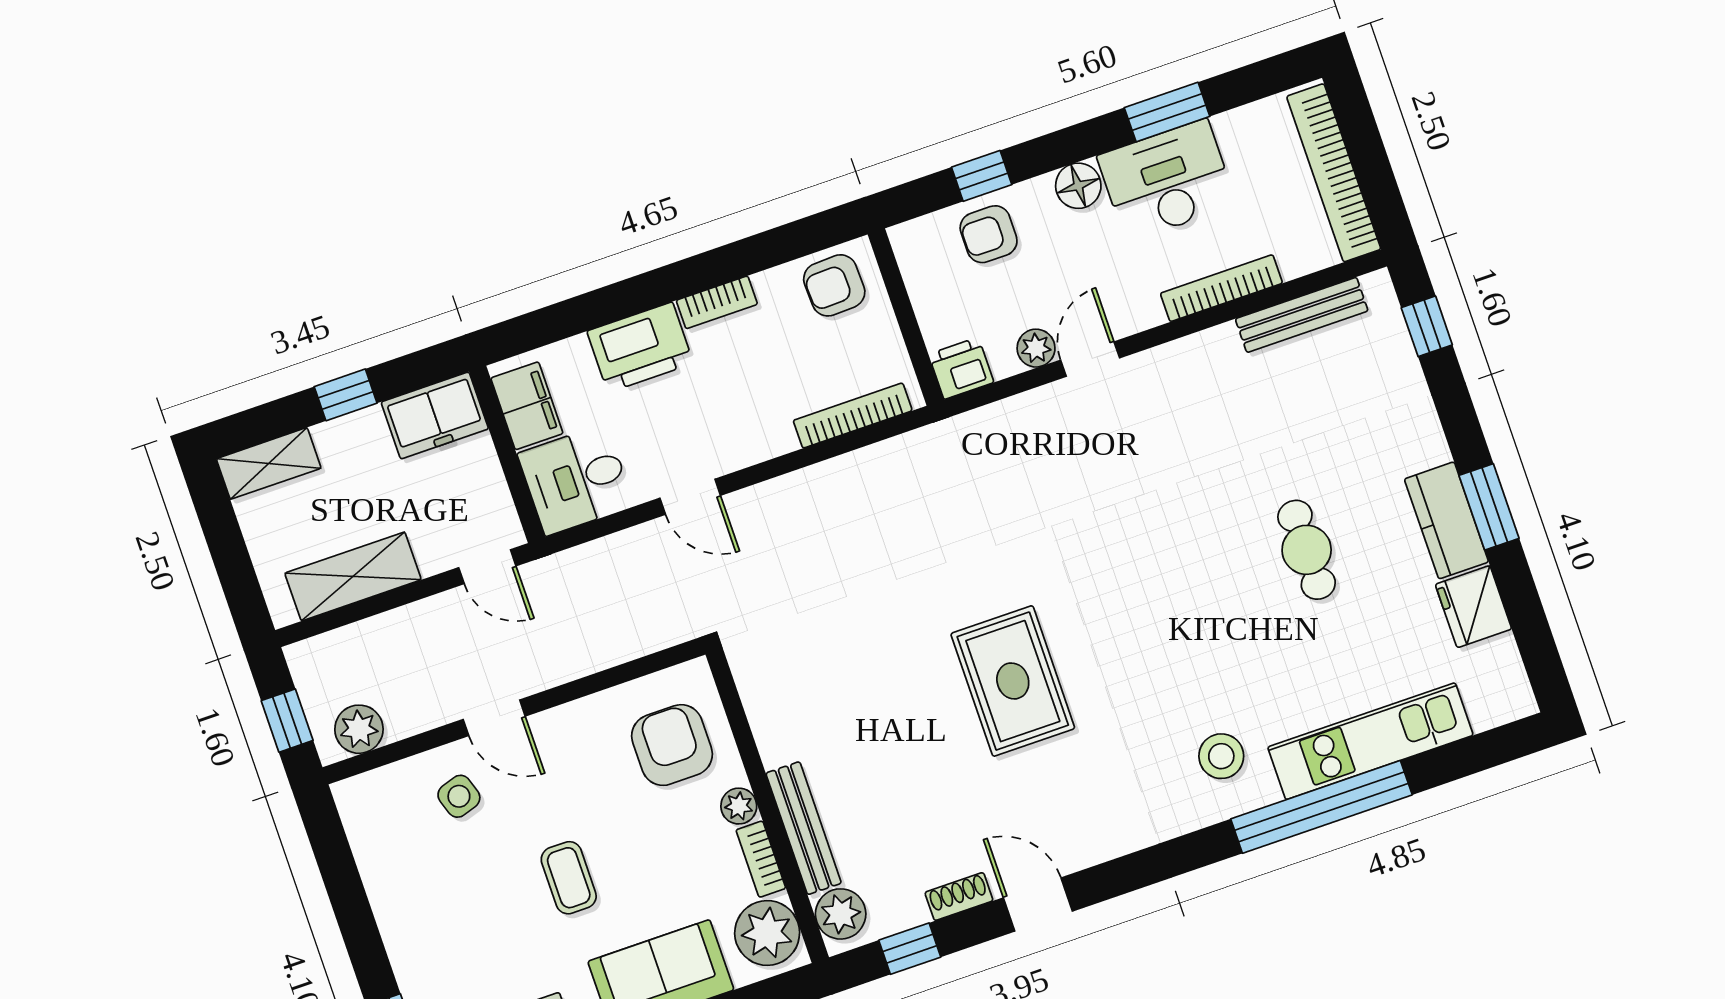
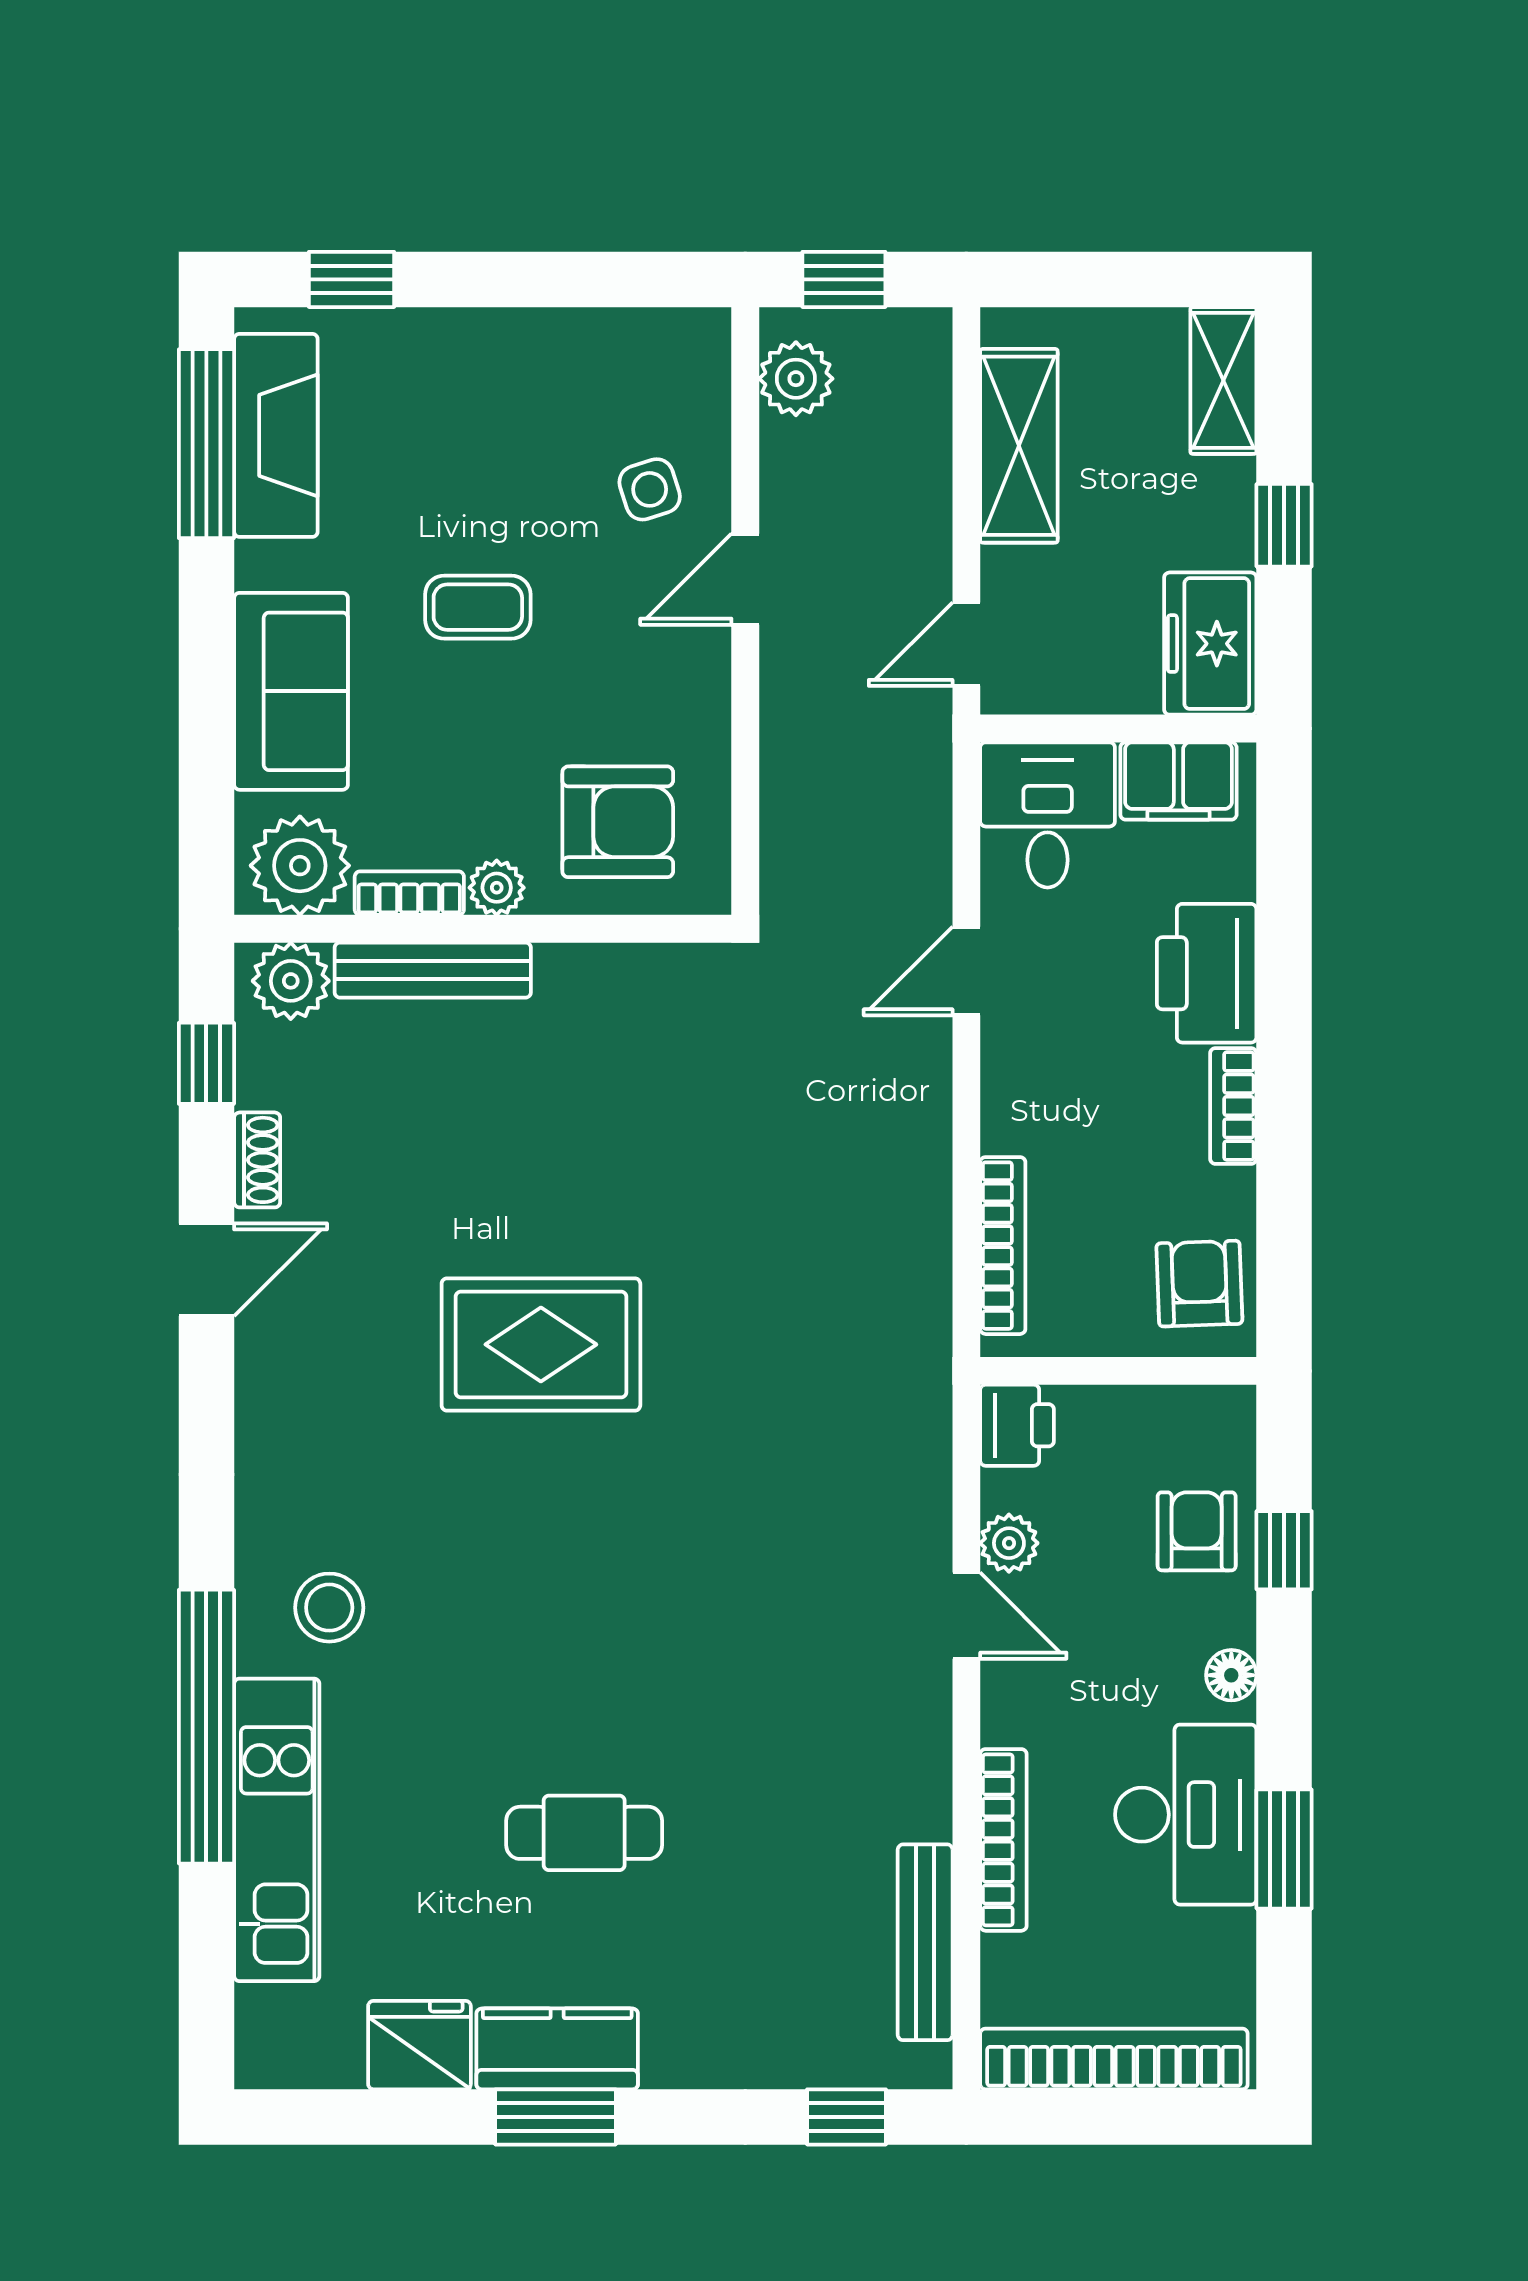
floor lamp: (1078, 186) -> (1231, 1675), width x0.73, depth x0.73

